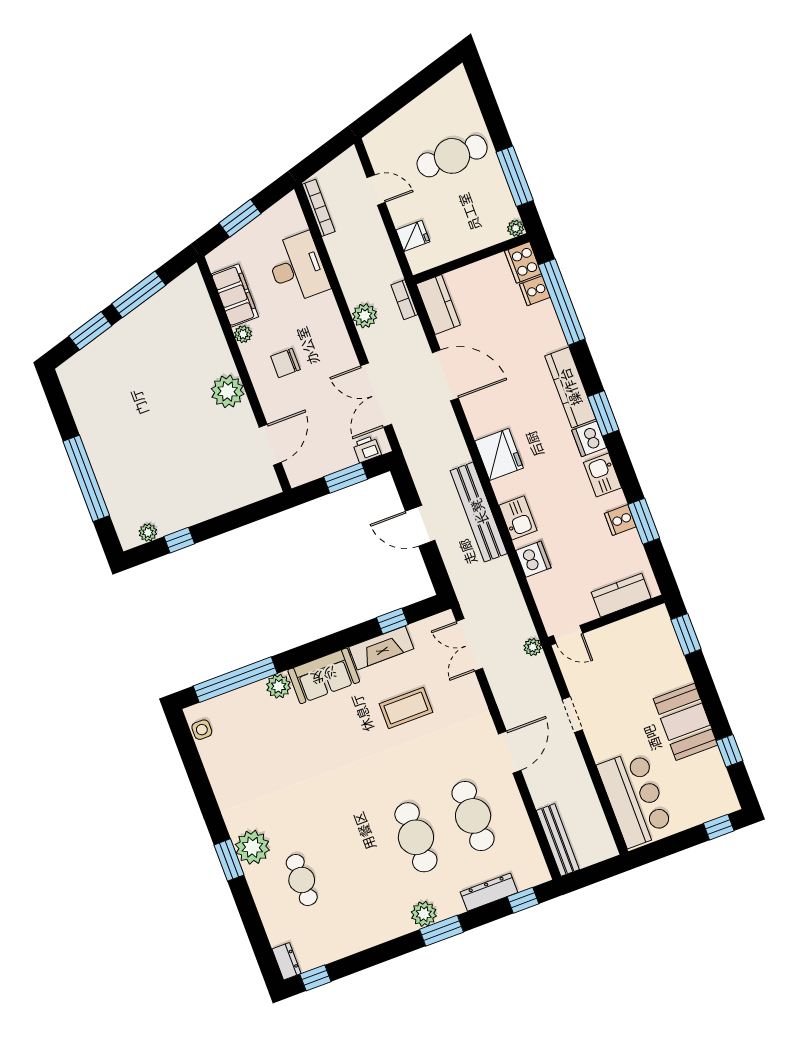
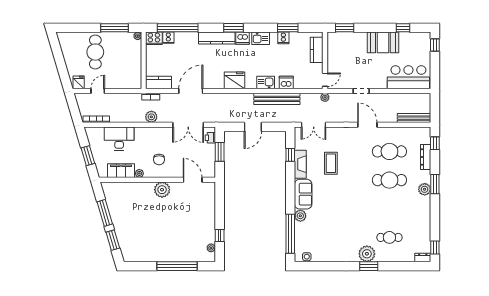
fridge: (413, 236) -> (79, 82), moved
bench: (479, 512) -> (277, 99), moved

